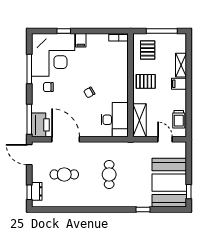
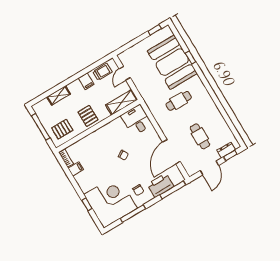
filing cabinet: (81, 40) -> (76, 169), moved
filing cabinet: (179, 84) -> (86, 81), moved
desk: (115, 120) -> (137, 120), width x0.73
printer: (40, 125) -> (160, 185), moved
door: (29, 155) -> (209, 168), moved
booth: (169, 183) -> (172, 62), moved, turned 90

